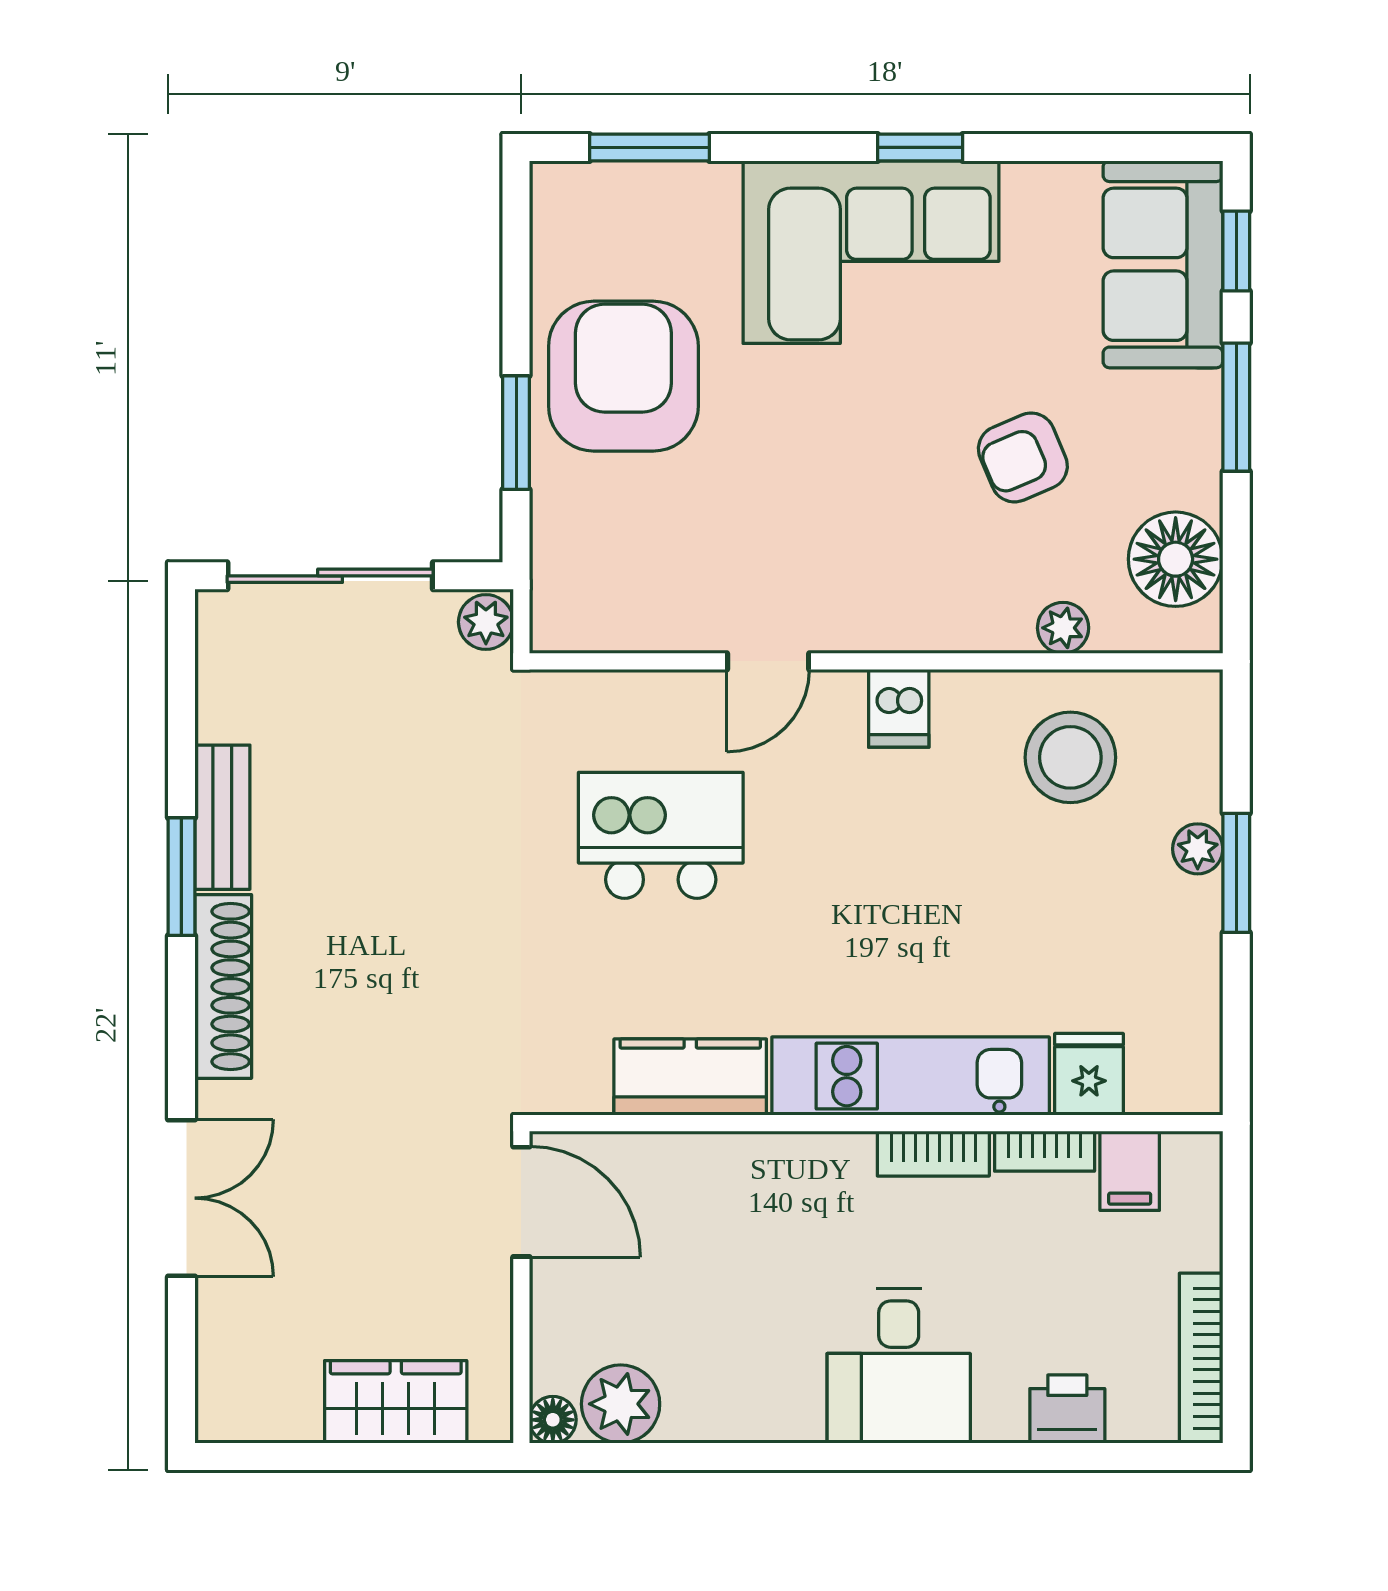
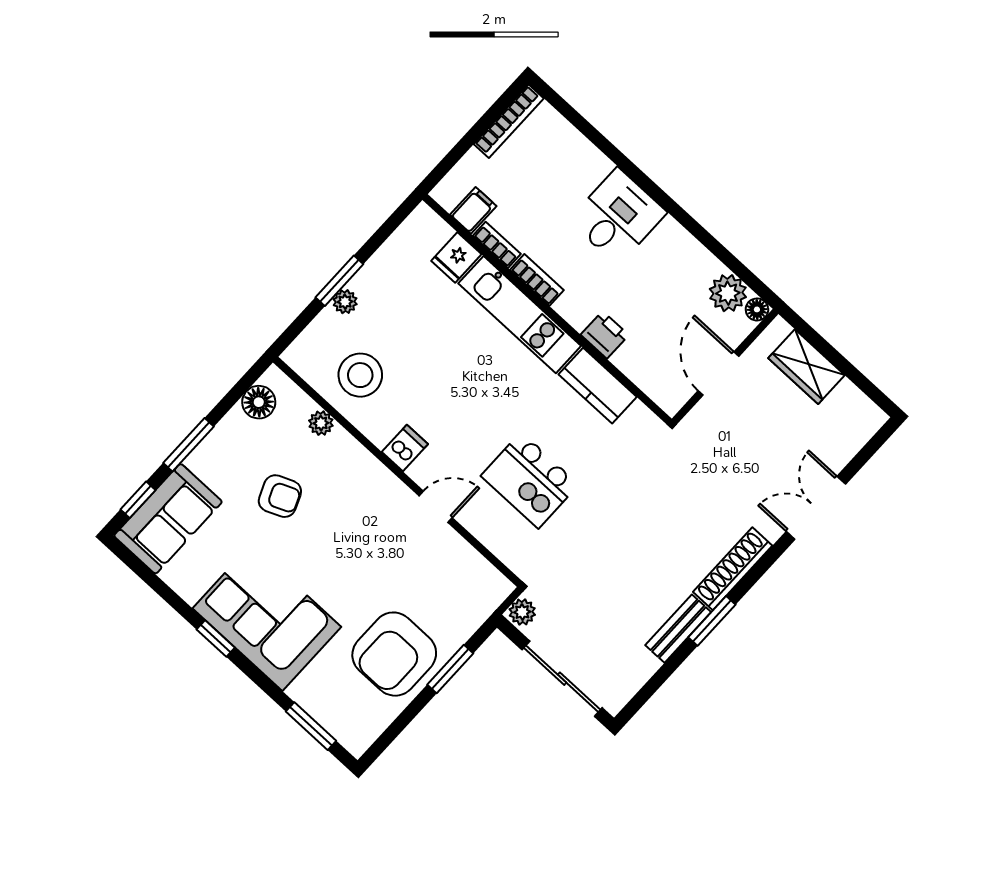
floor lamp: (1176, 559) -> (259, 402), width x0.73, depth x0.73
door: (521, 1202) -> (718, 373), moved
printer: (1067, 1409) -> (605, 335), moved, turned 180

